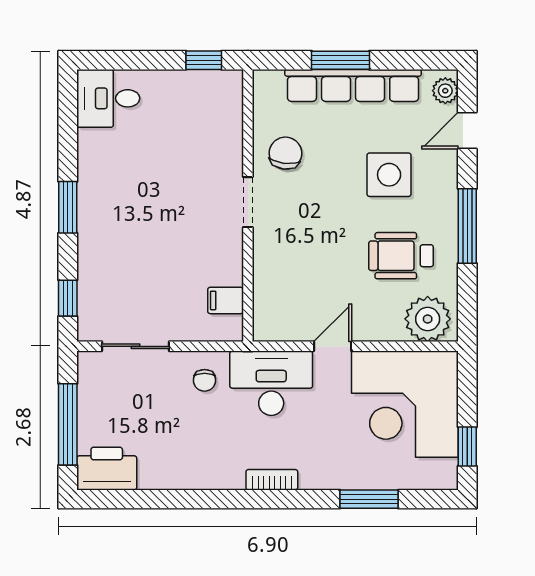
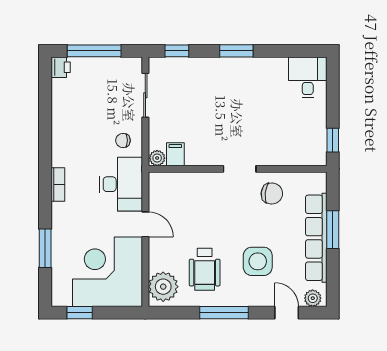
wheelchair: (401, 256) -> (205, 269), turned 180
plant: (231, 328) -> (157, 158), added
printer: (107, 469) -> (61, 67), width x0.53, depth x0.68

